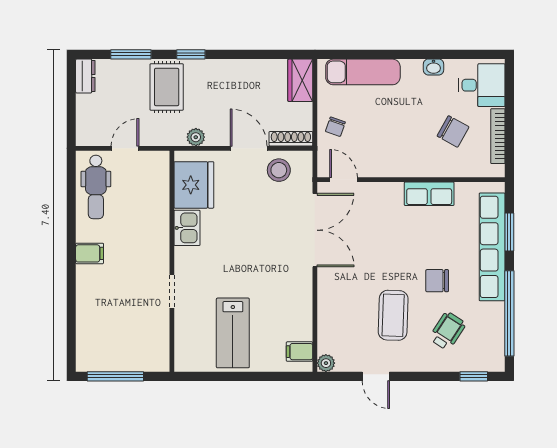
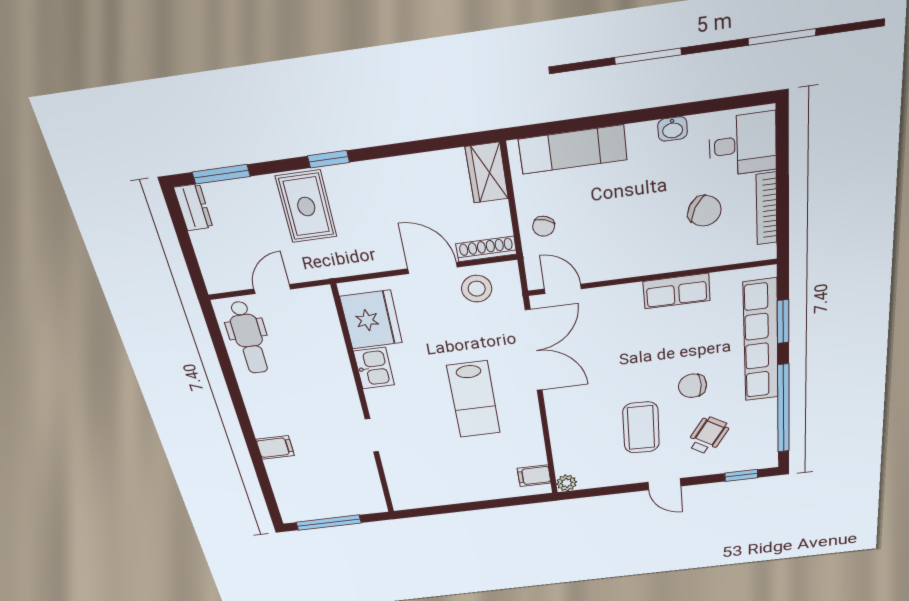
window: (131, 54) -> (221, 174), moved
plant: (196, 137) -> (360, 264), removed
filing cabinet: (90, 253) -> (275, 447), moved
lab bench: (233, 333) -> (474, 399), moved
door: (376, 376) -> (664, 484), moved

